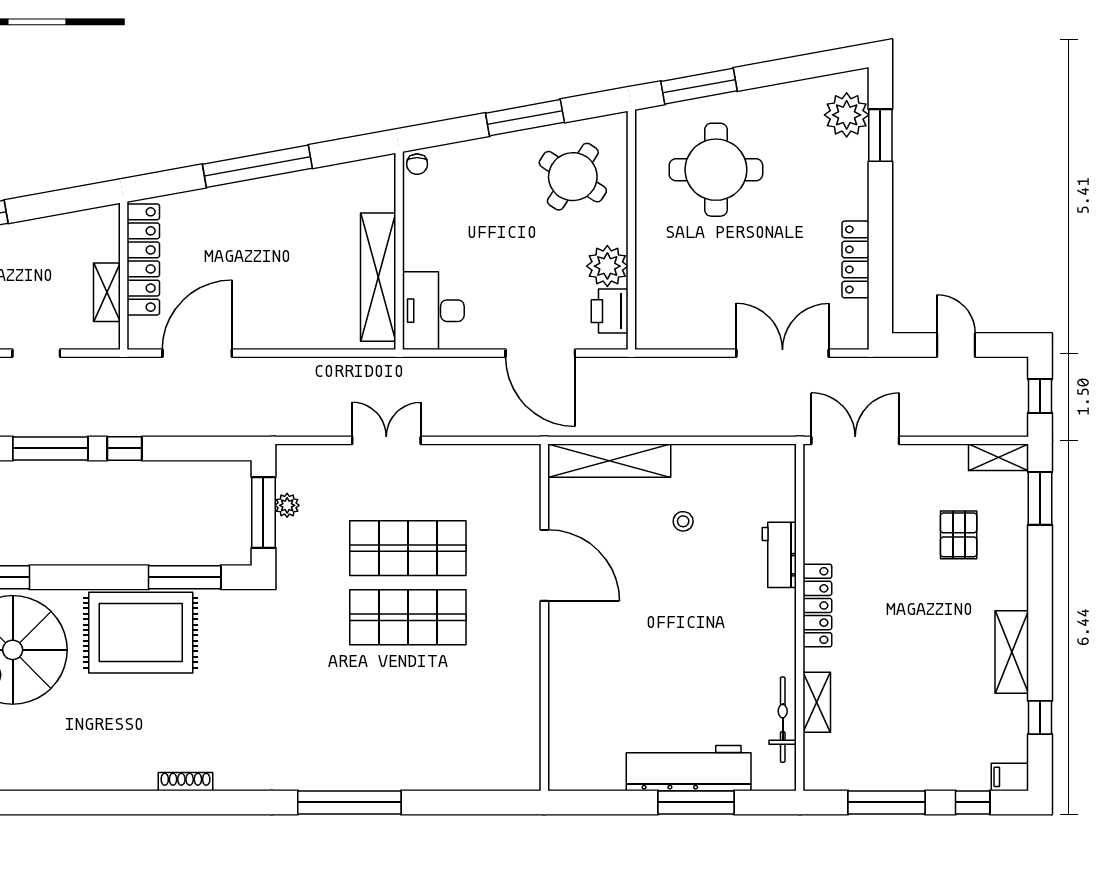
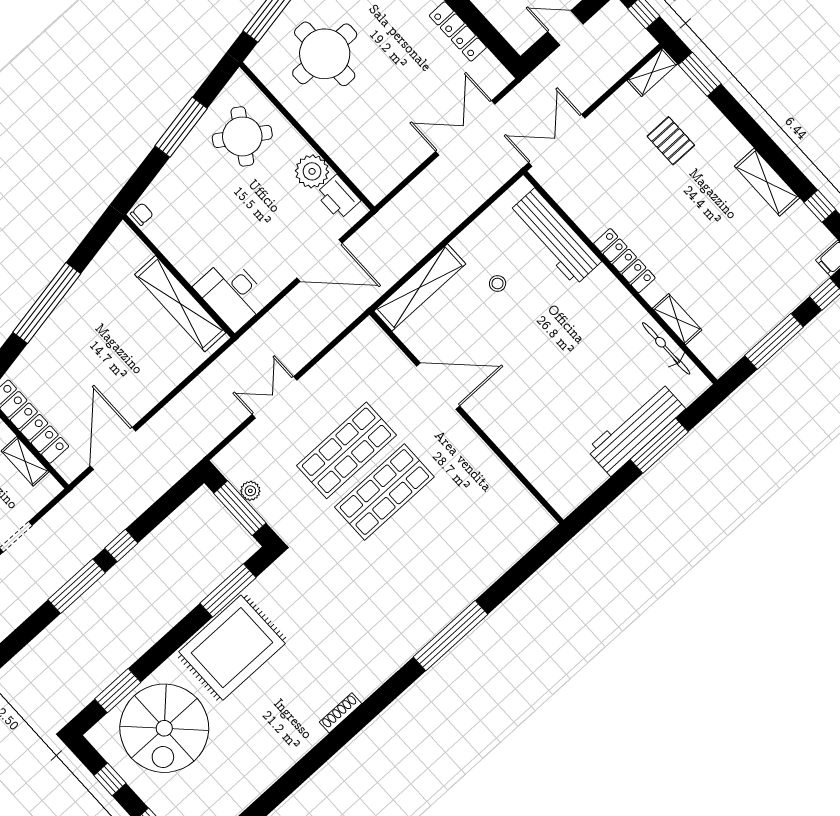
chair: (417, 164) -> (142, 214), turned -90
workbench: (779, 555) -> (555, 237), width x1.88, depth x1.32

